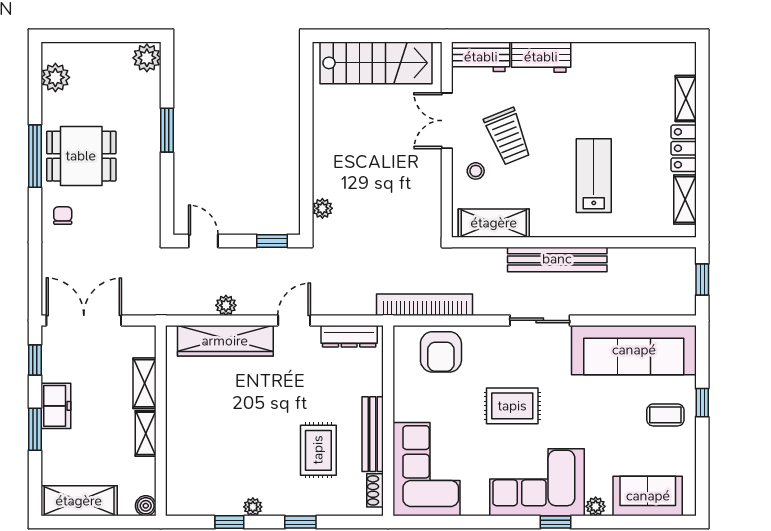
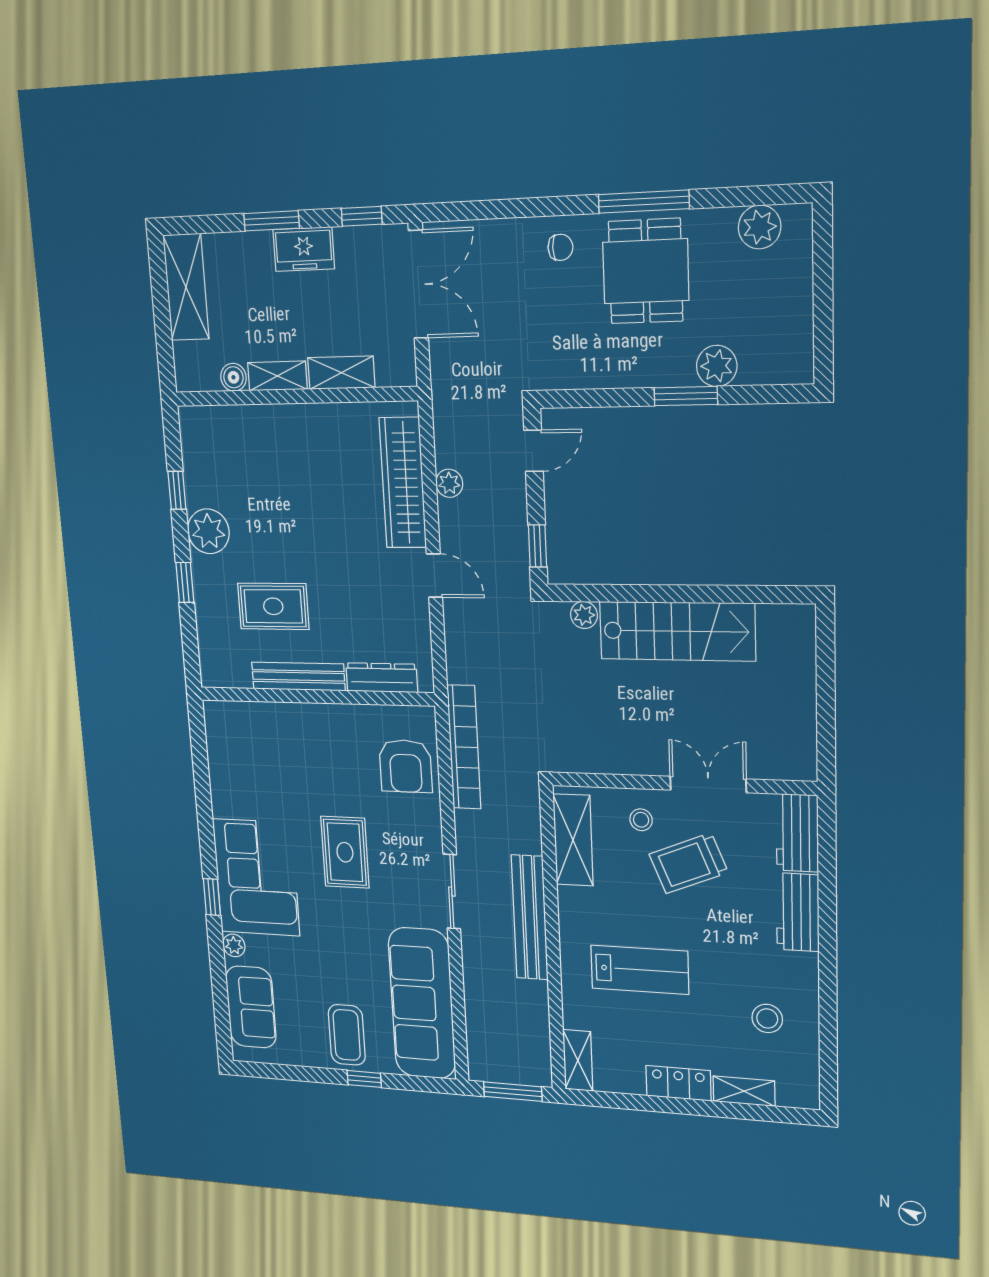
plant: (147, 58) -> (717, 366), moved
stairs: (376, 63) -> (677, 631), moved, turned -90
stool: (626, 80) -> (767, 1018), added
shelving: (685, 200) -> (578, 1060), moved, turned 90
window: (702, 280) -> (513, 1092), width x1.50
dresser: (349, 336) -> (382, 678), moved, turned 90
armchair: (441, 352) -> (406, 766), turned -90
coffee table: (665, 415) -> (347, 1035), width x1.36, depth x1.30
corner sofa: (426, 469) -> (261, 743), removed
shoe rack: (375, 490) -> (231, 678), removed
boiler: (146, 506) -> (233, 377), moved
plant: (253, 507) -> (208, 531), width x1.87, depth x1.87

